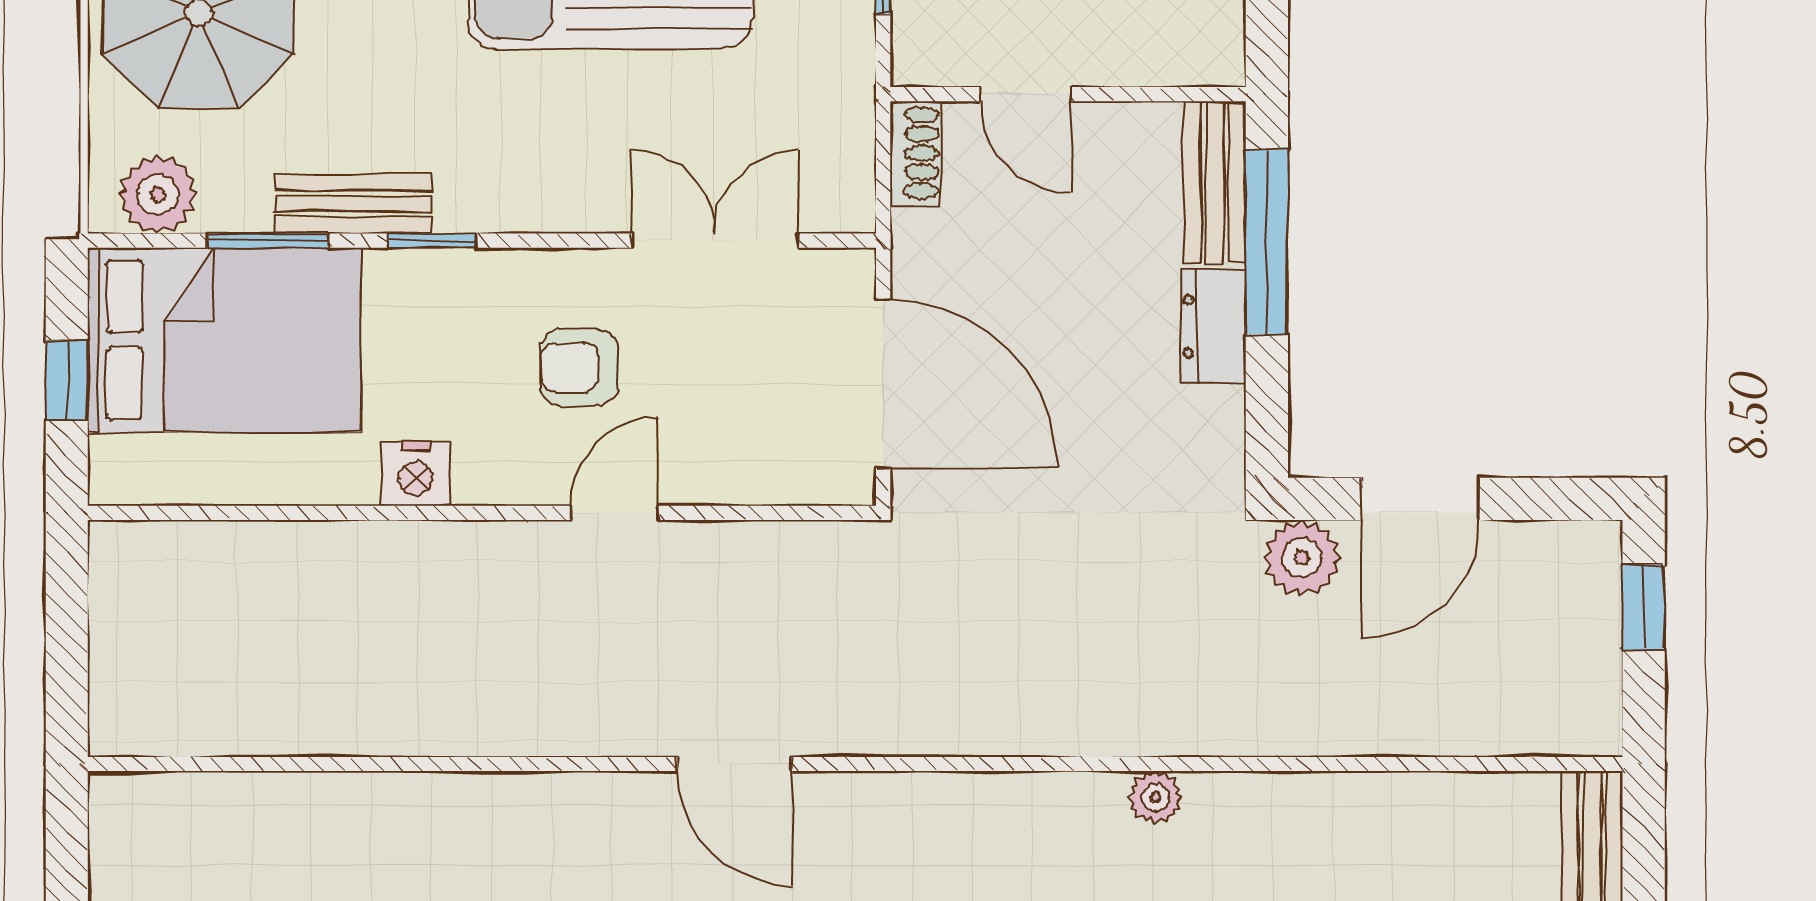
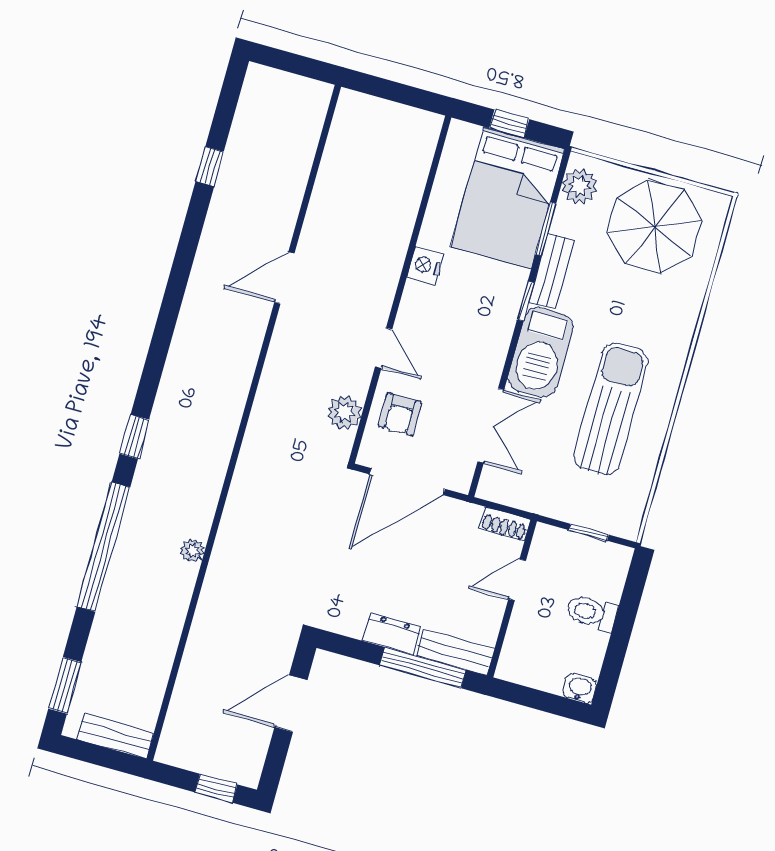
barbecue: (531, 179) -> (540, 352), added
armchair: (579, 367) -> (400, 414), moved, turned 180
door: (1420, 499) -> (291, 704), hinge flipped
plant: (1302, 558) -> (344, 412), moved
door: (734, 764) -> (284, 278), moved

